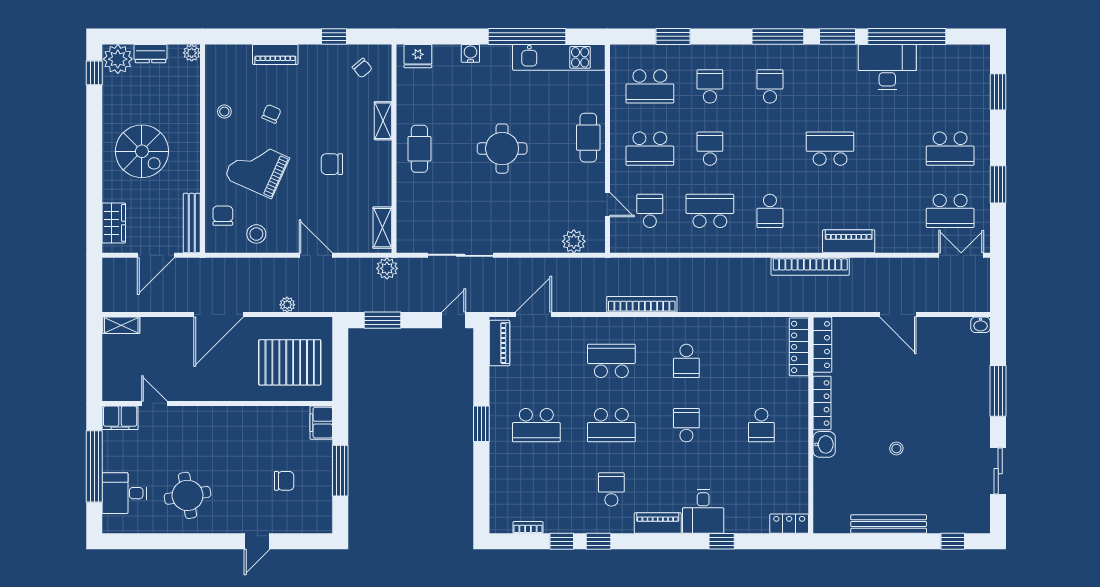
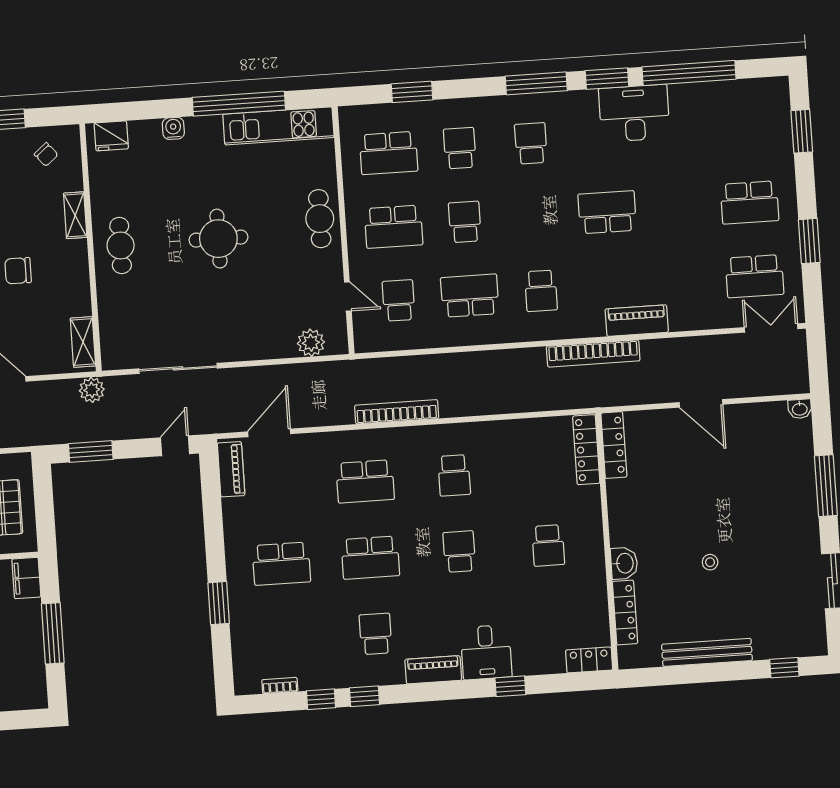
desk: (887, 67) -> (634, 113), moved
school desk: (611, 361) -> (365, 481), turned 180
locker: (822, 403) -> (625, 613), moved
window: (481, 424) -> (219, 603), moved

